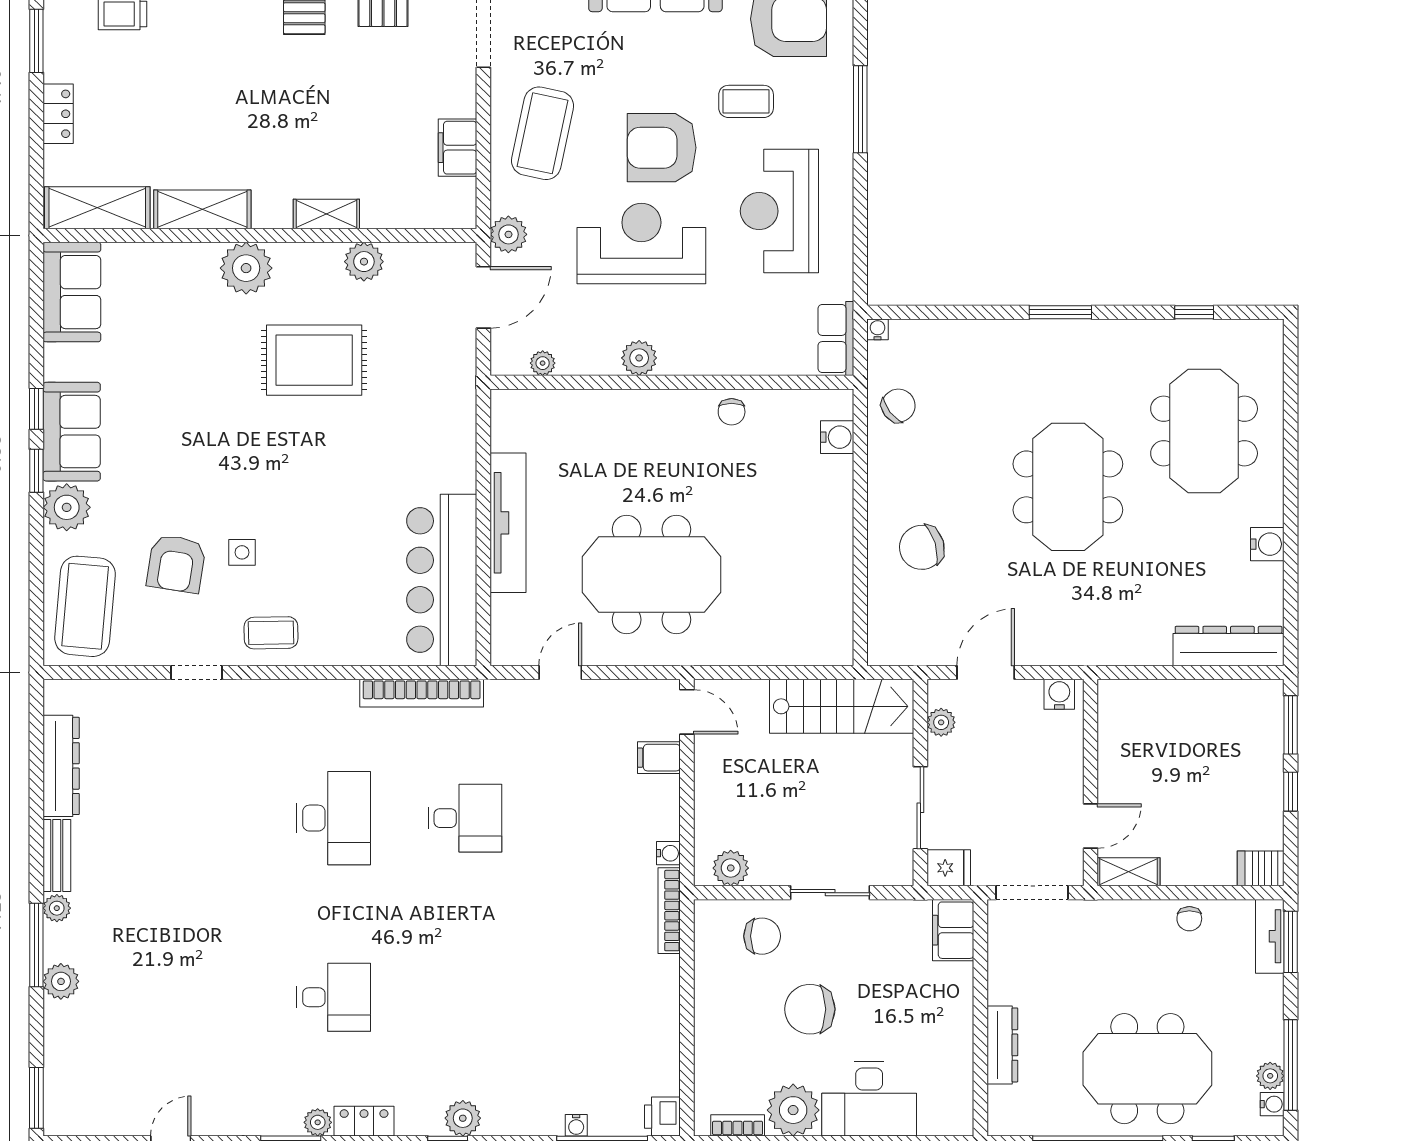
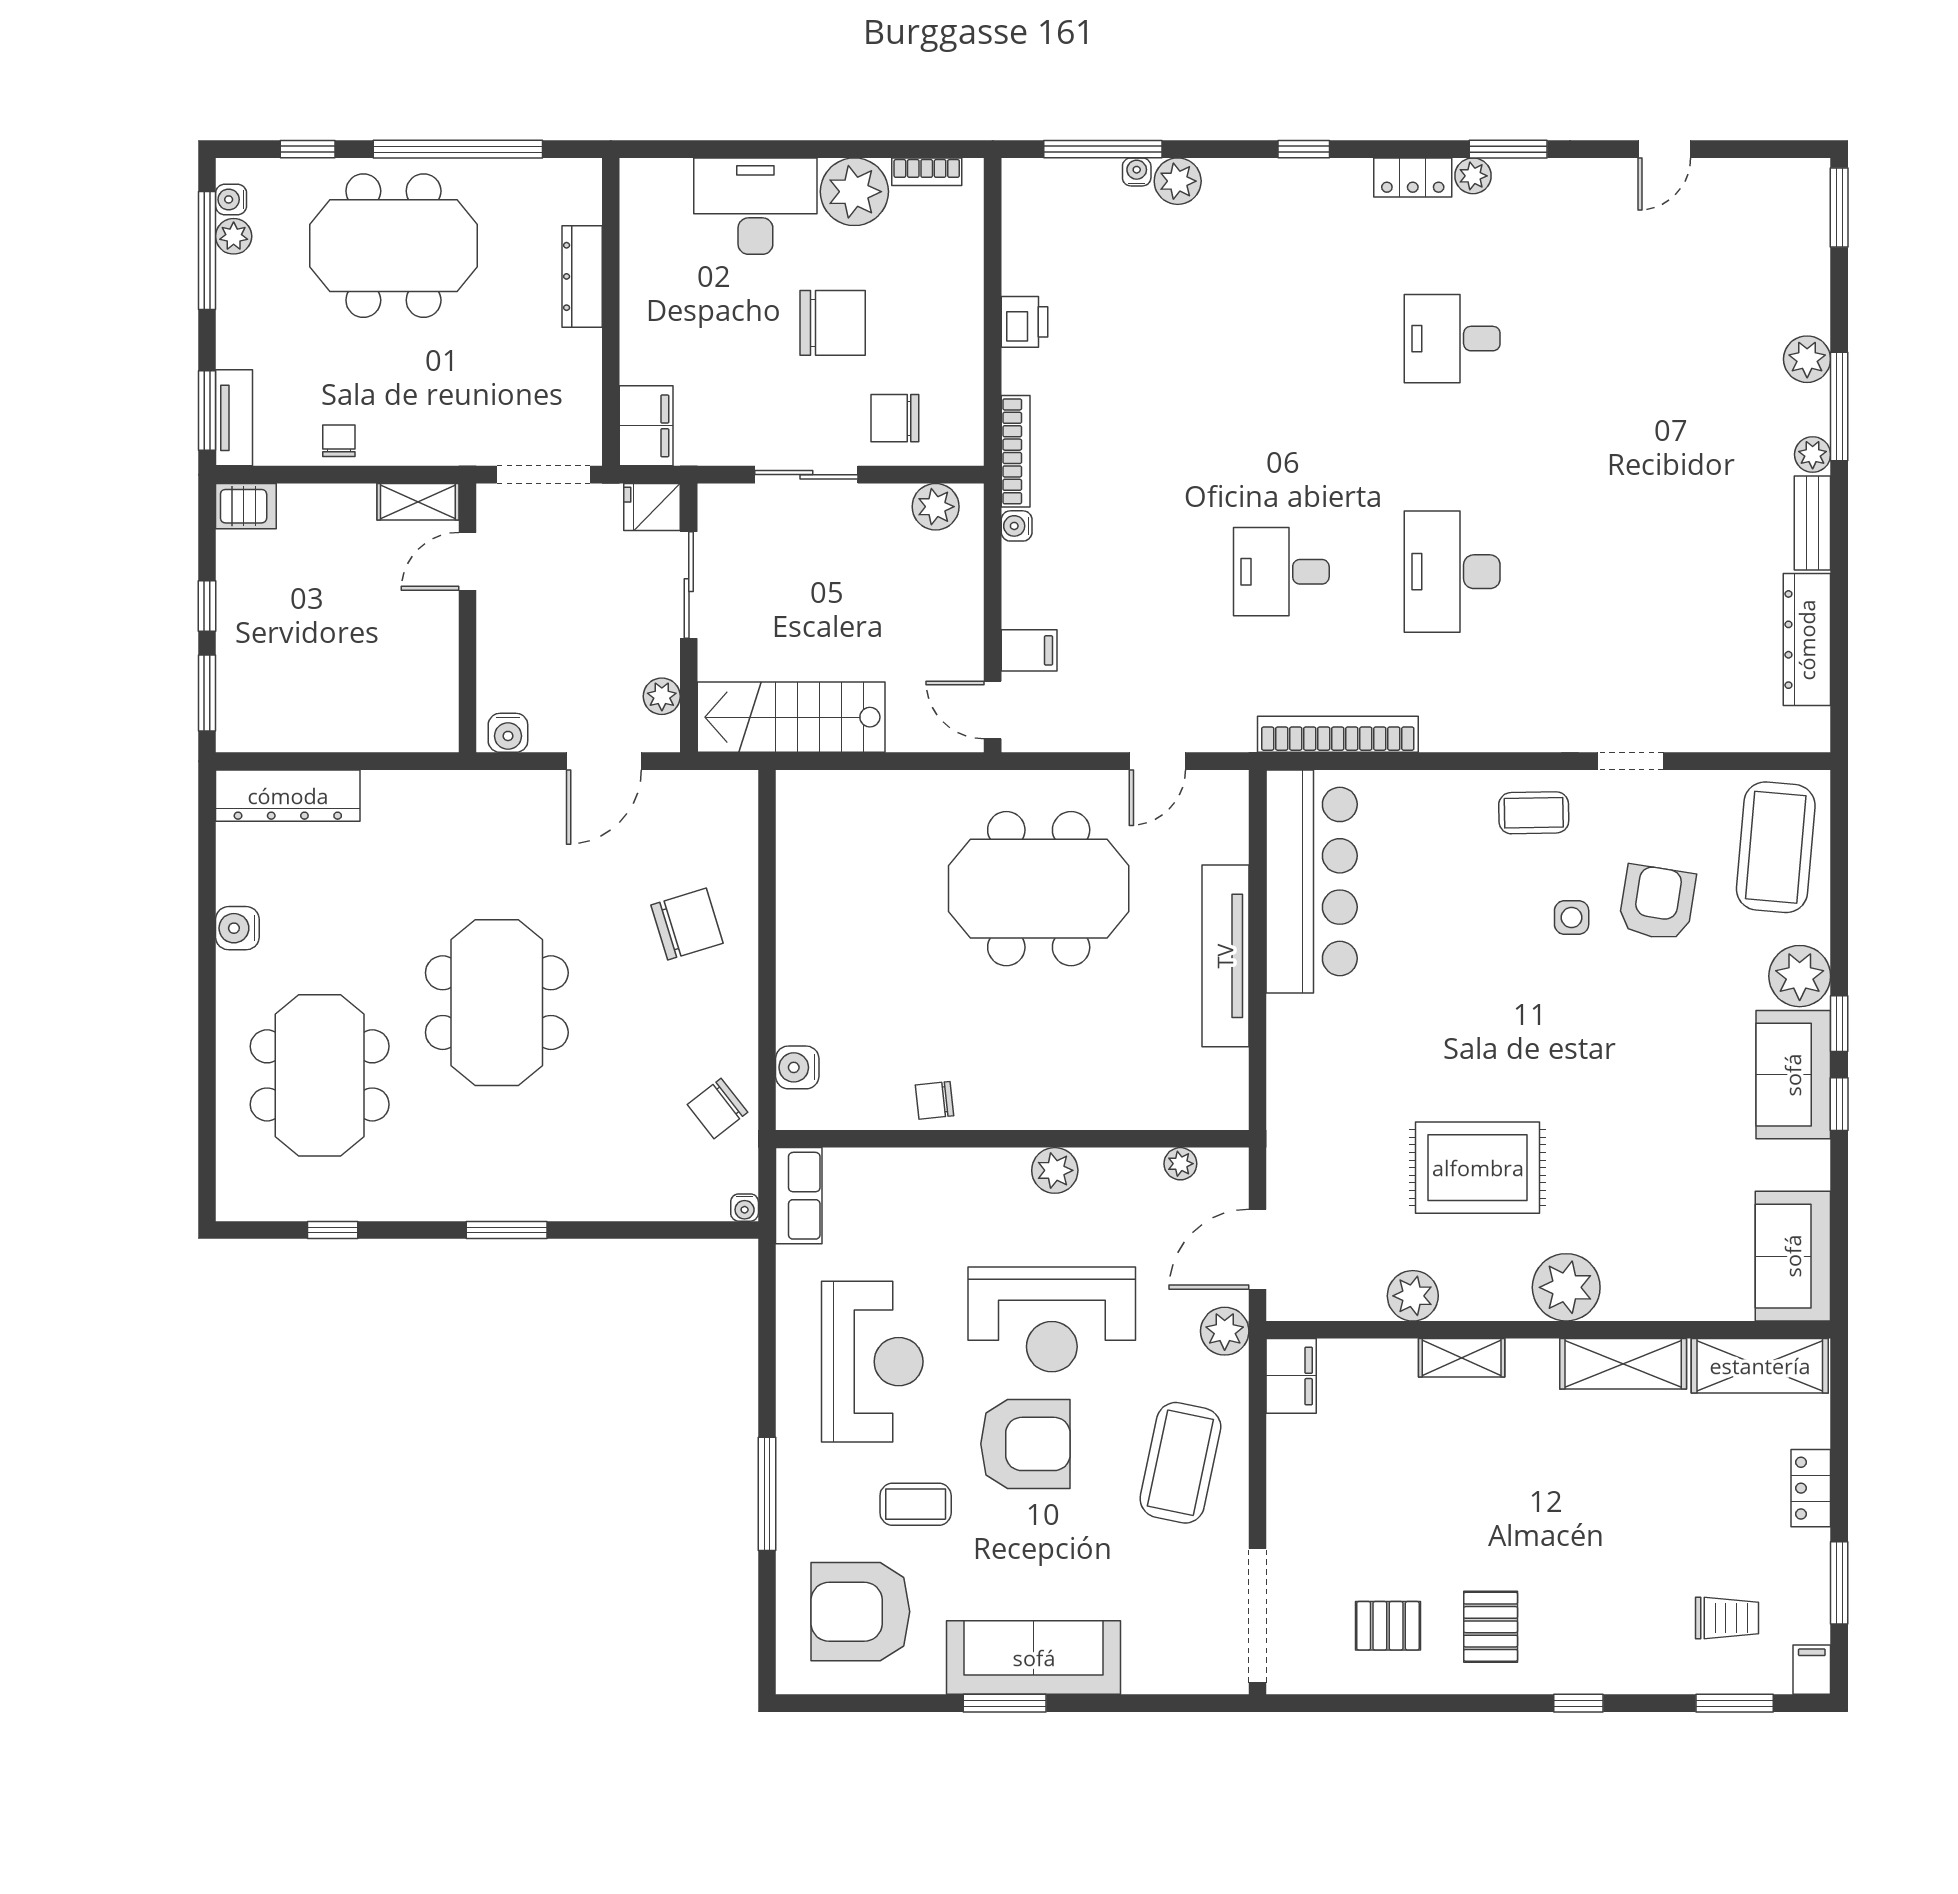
filing cabinet: (457, 148) -> (1291, 1376), moved
chair: (732, 412) -> (934, 1100), turned -96
printer: (662, 1117) -> (1025, 322), moved
plant: (463, 1118) -> (1178, 181), moved

